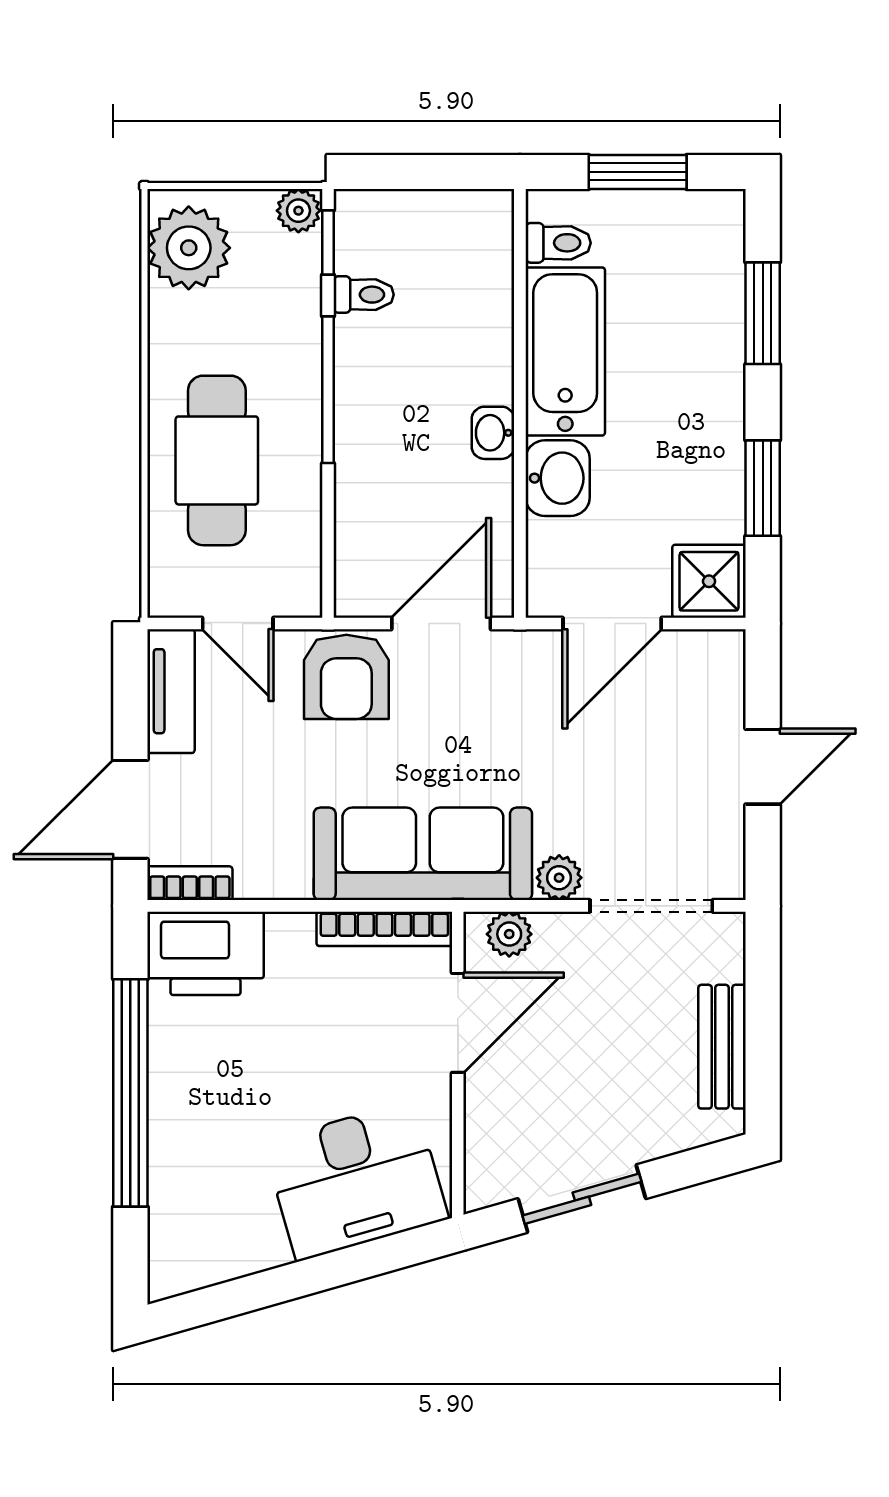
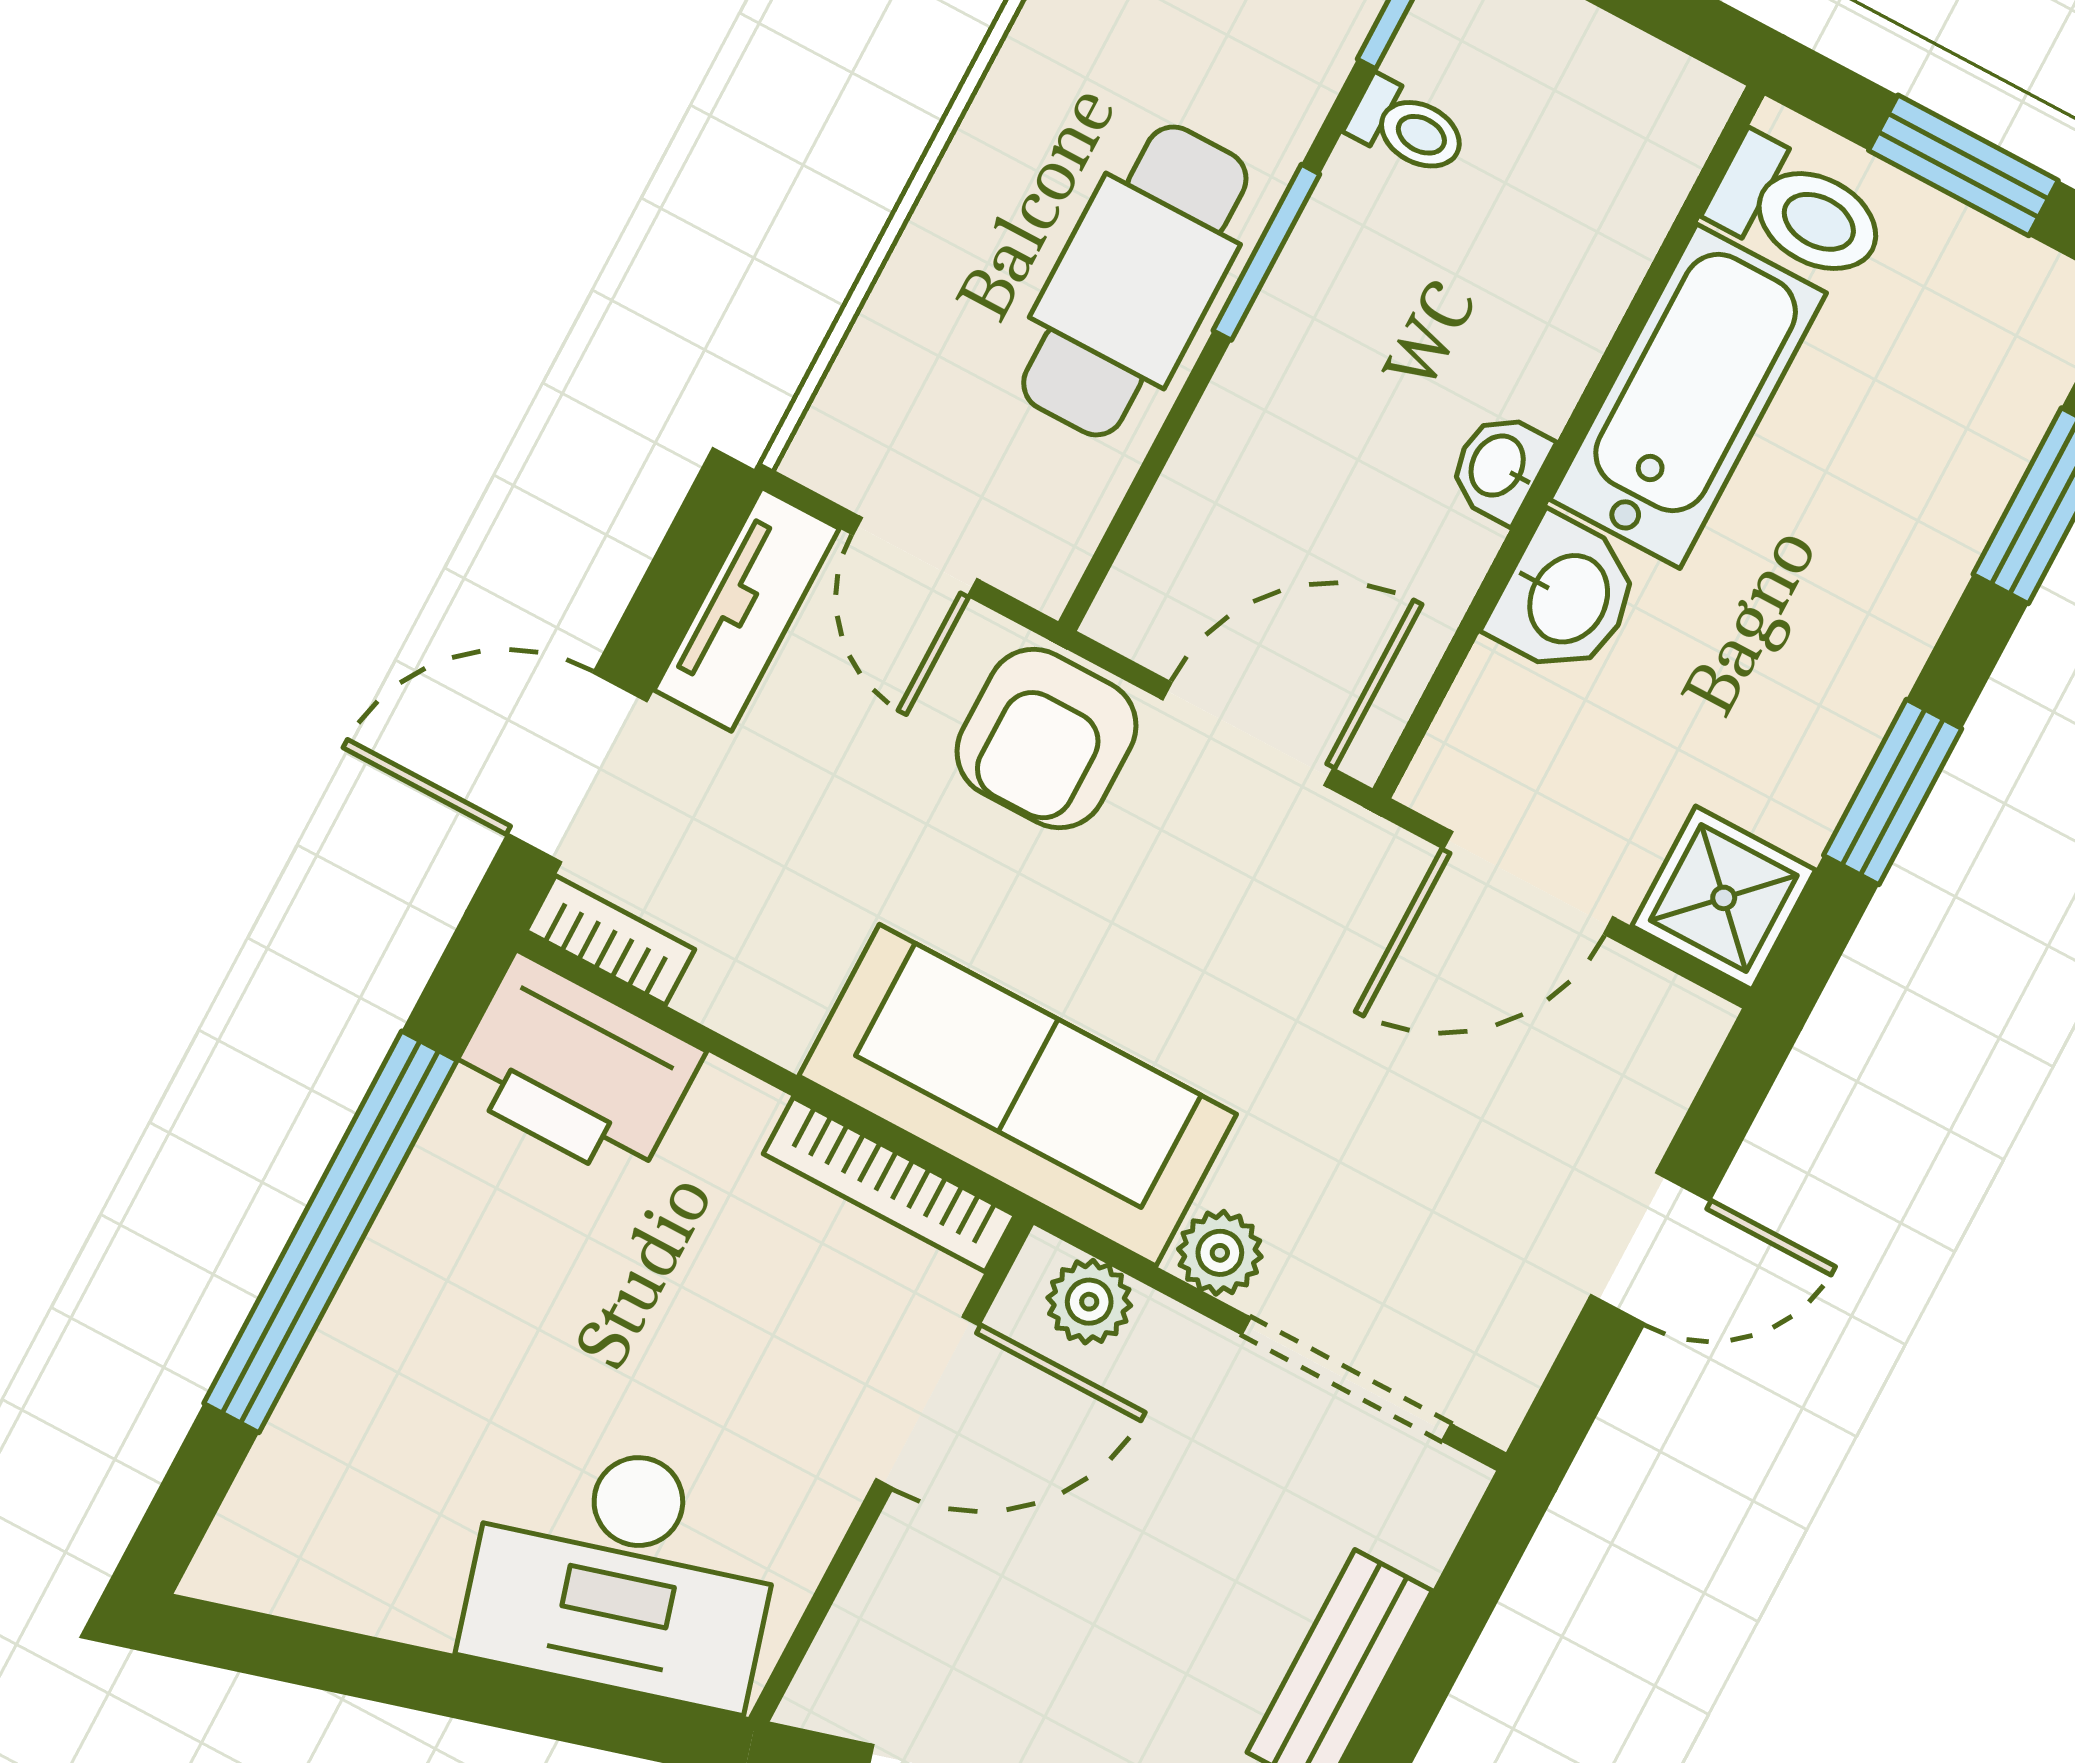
toilet: (558, 243) -> (1798, 211), width x1.37, depth x1.39
window: (328, 390) -> (1266, 252), width x0.69
cafe table: (217, 460) -> (1135, 281), moved

